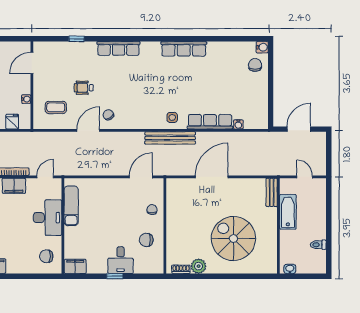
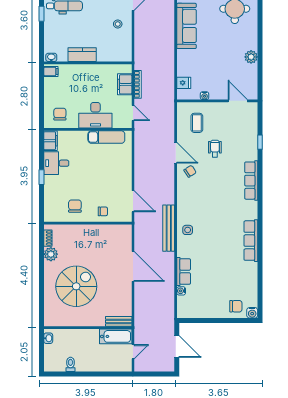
row of seats: (210, 122) -> (184, 271), width x0.68
bathtub: (288, 212) -> (116, 336), moved
desk: (120, 260) -> (56, 163), moved

